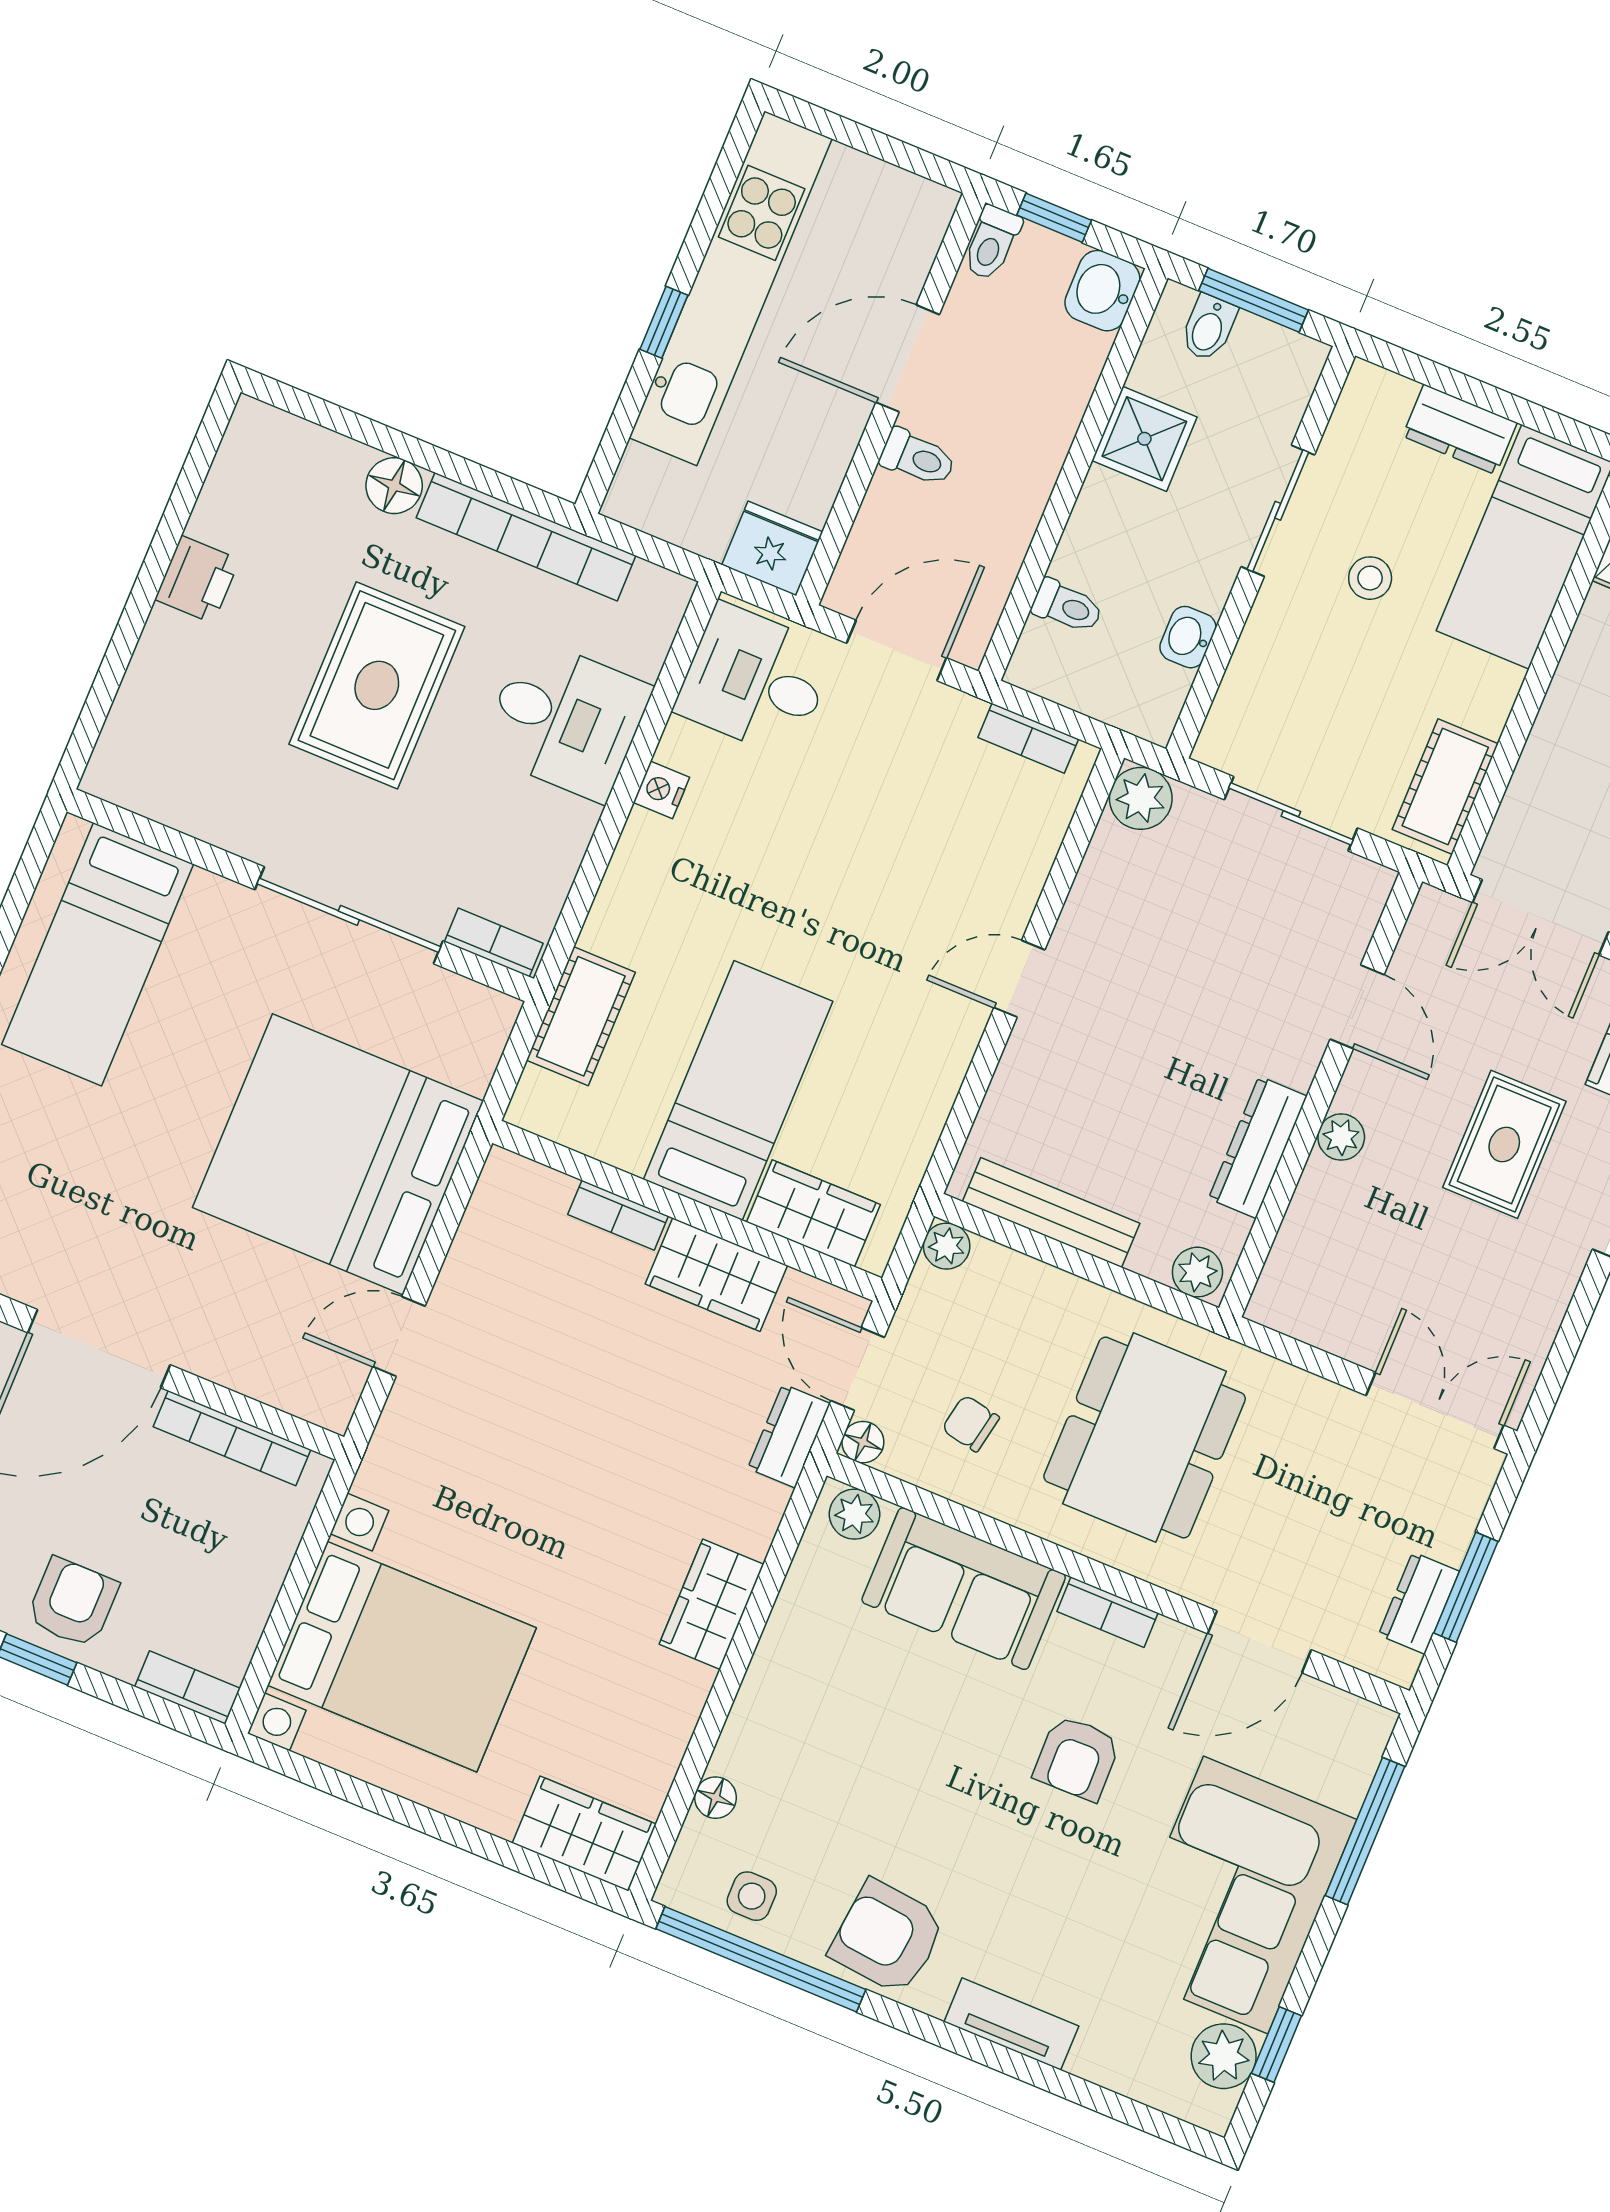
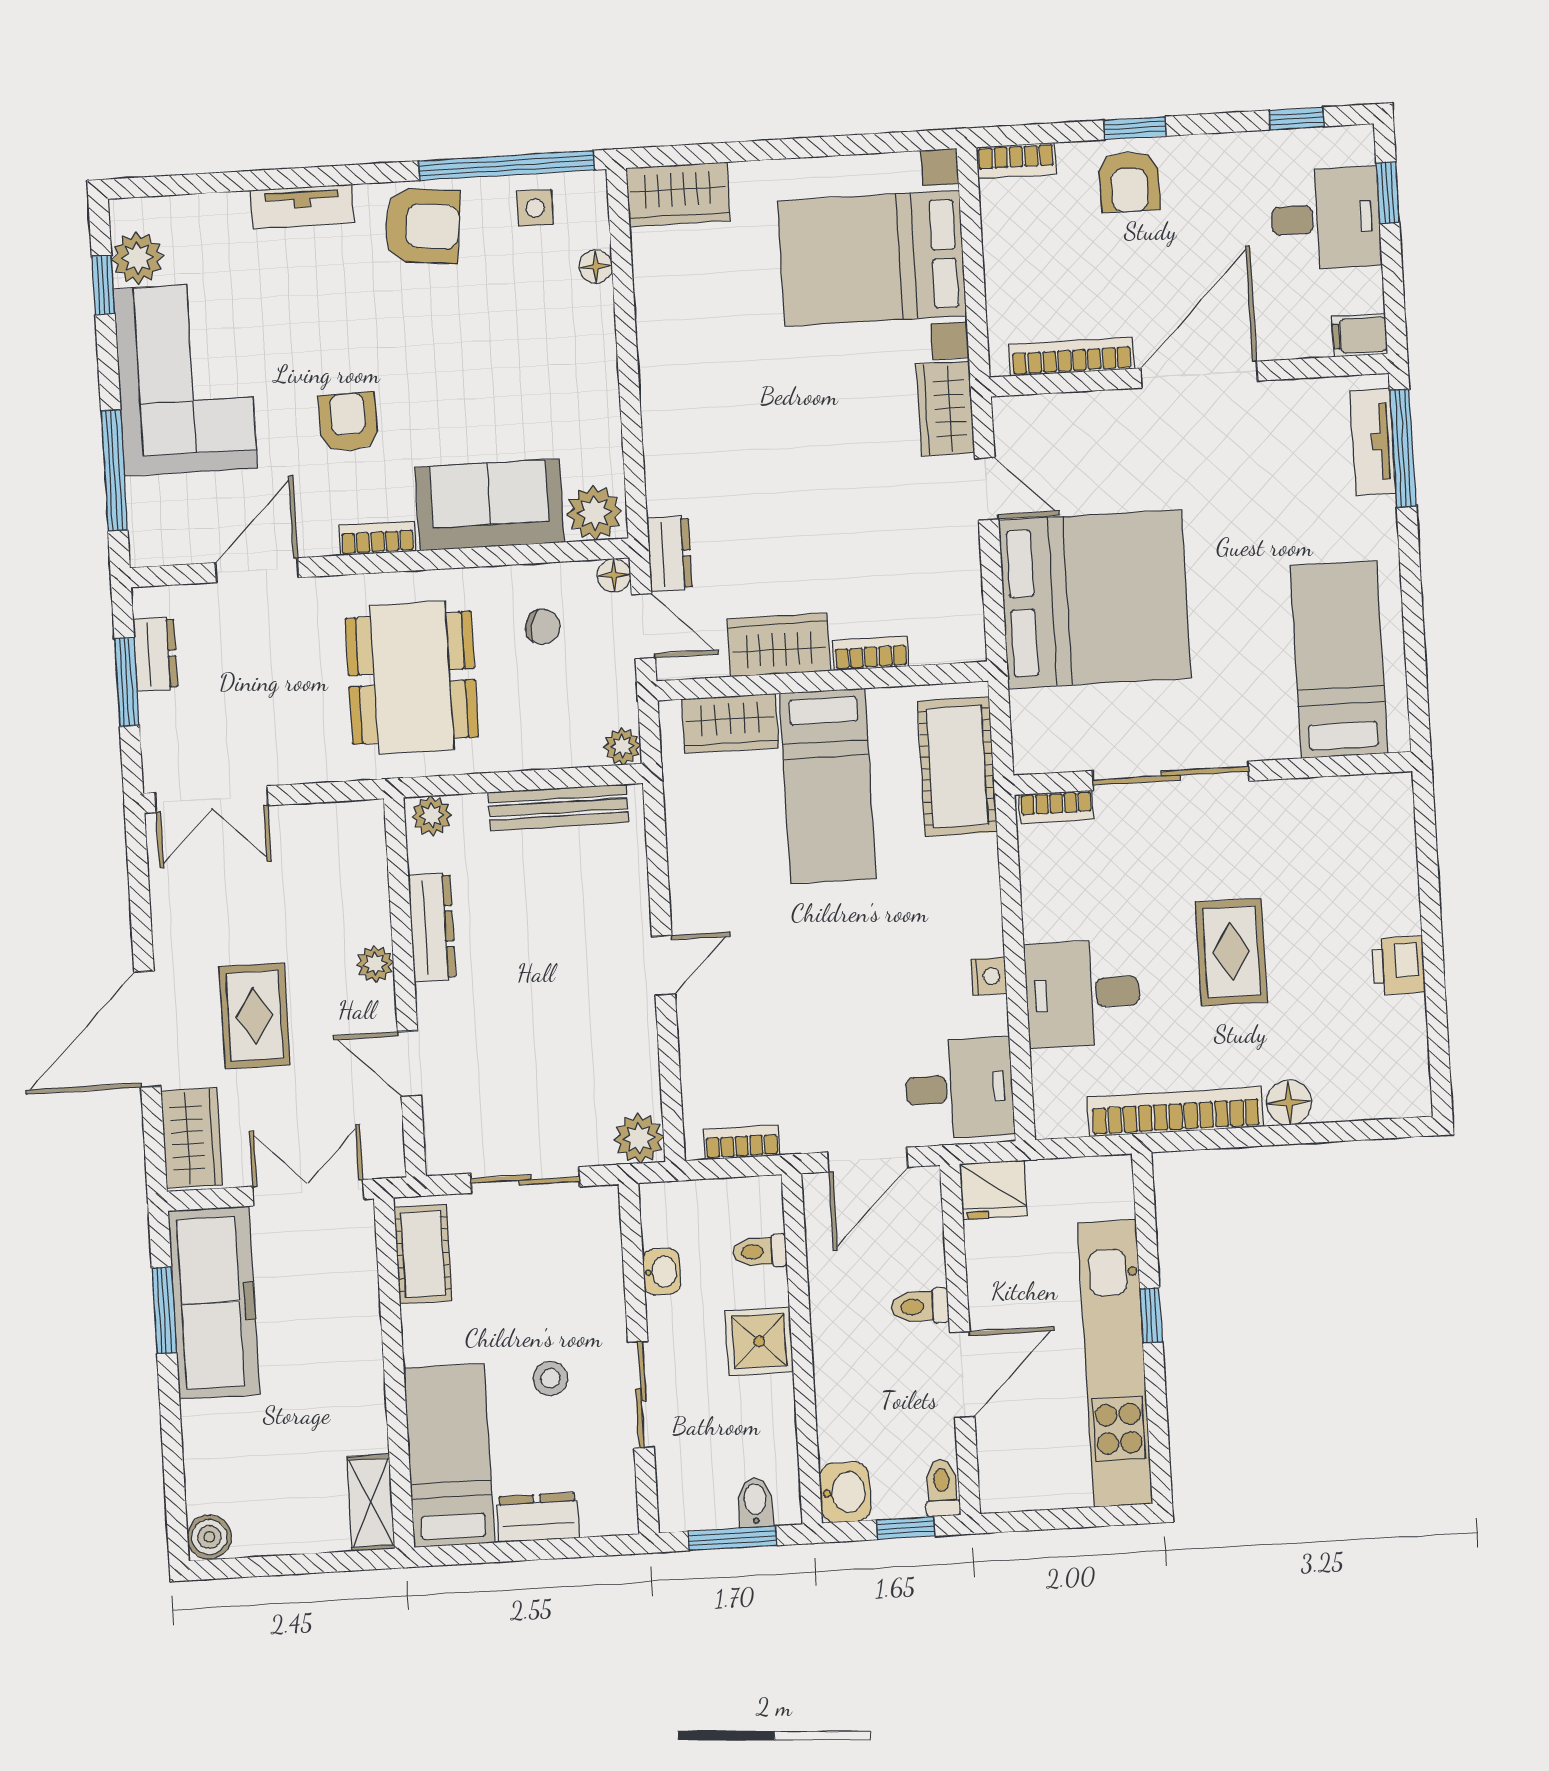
shower: (1144, 439) -> (759, 1341), moved
rug: (377, 685) -> (1231, 952), width x0.73, depth x0.70
cot: (581, 1016) -> (957, 767), width x1.37, depth x1.34
door: (399, 1336) -> (987, 489), hinge flipped
plant: (855, 1514) -> (594, 513), width x1.38, depth x1.38
wardrobe: (711, 1604) -> (946, 409), moved, turned 180

